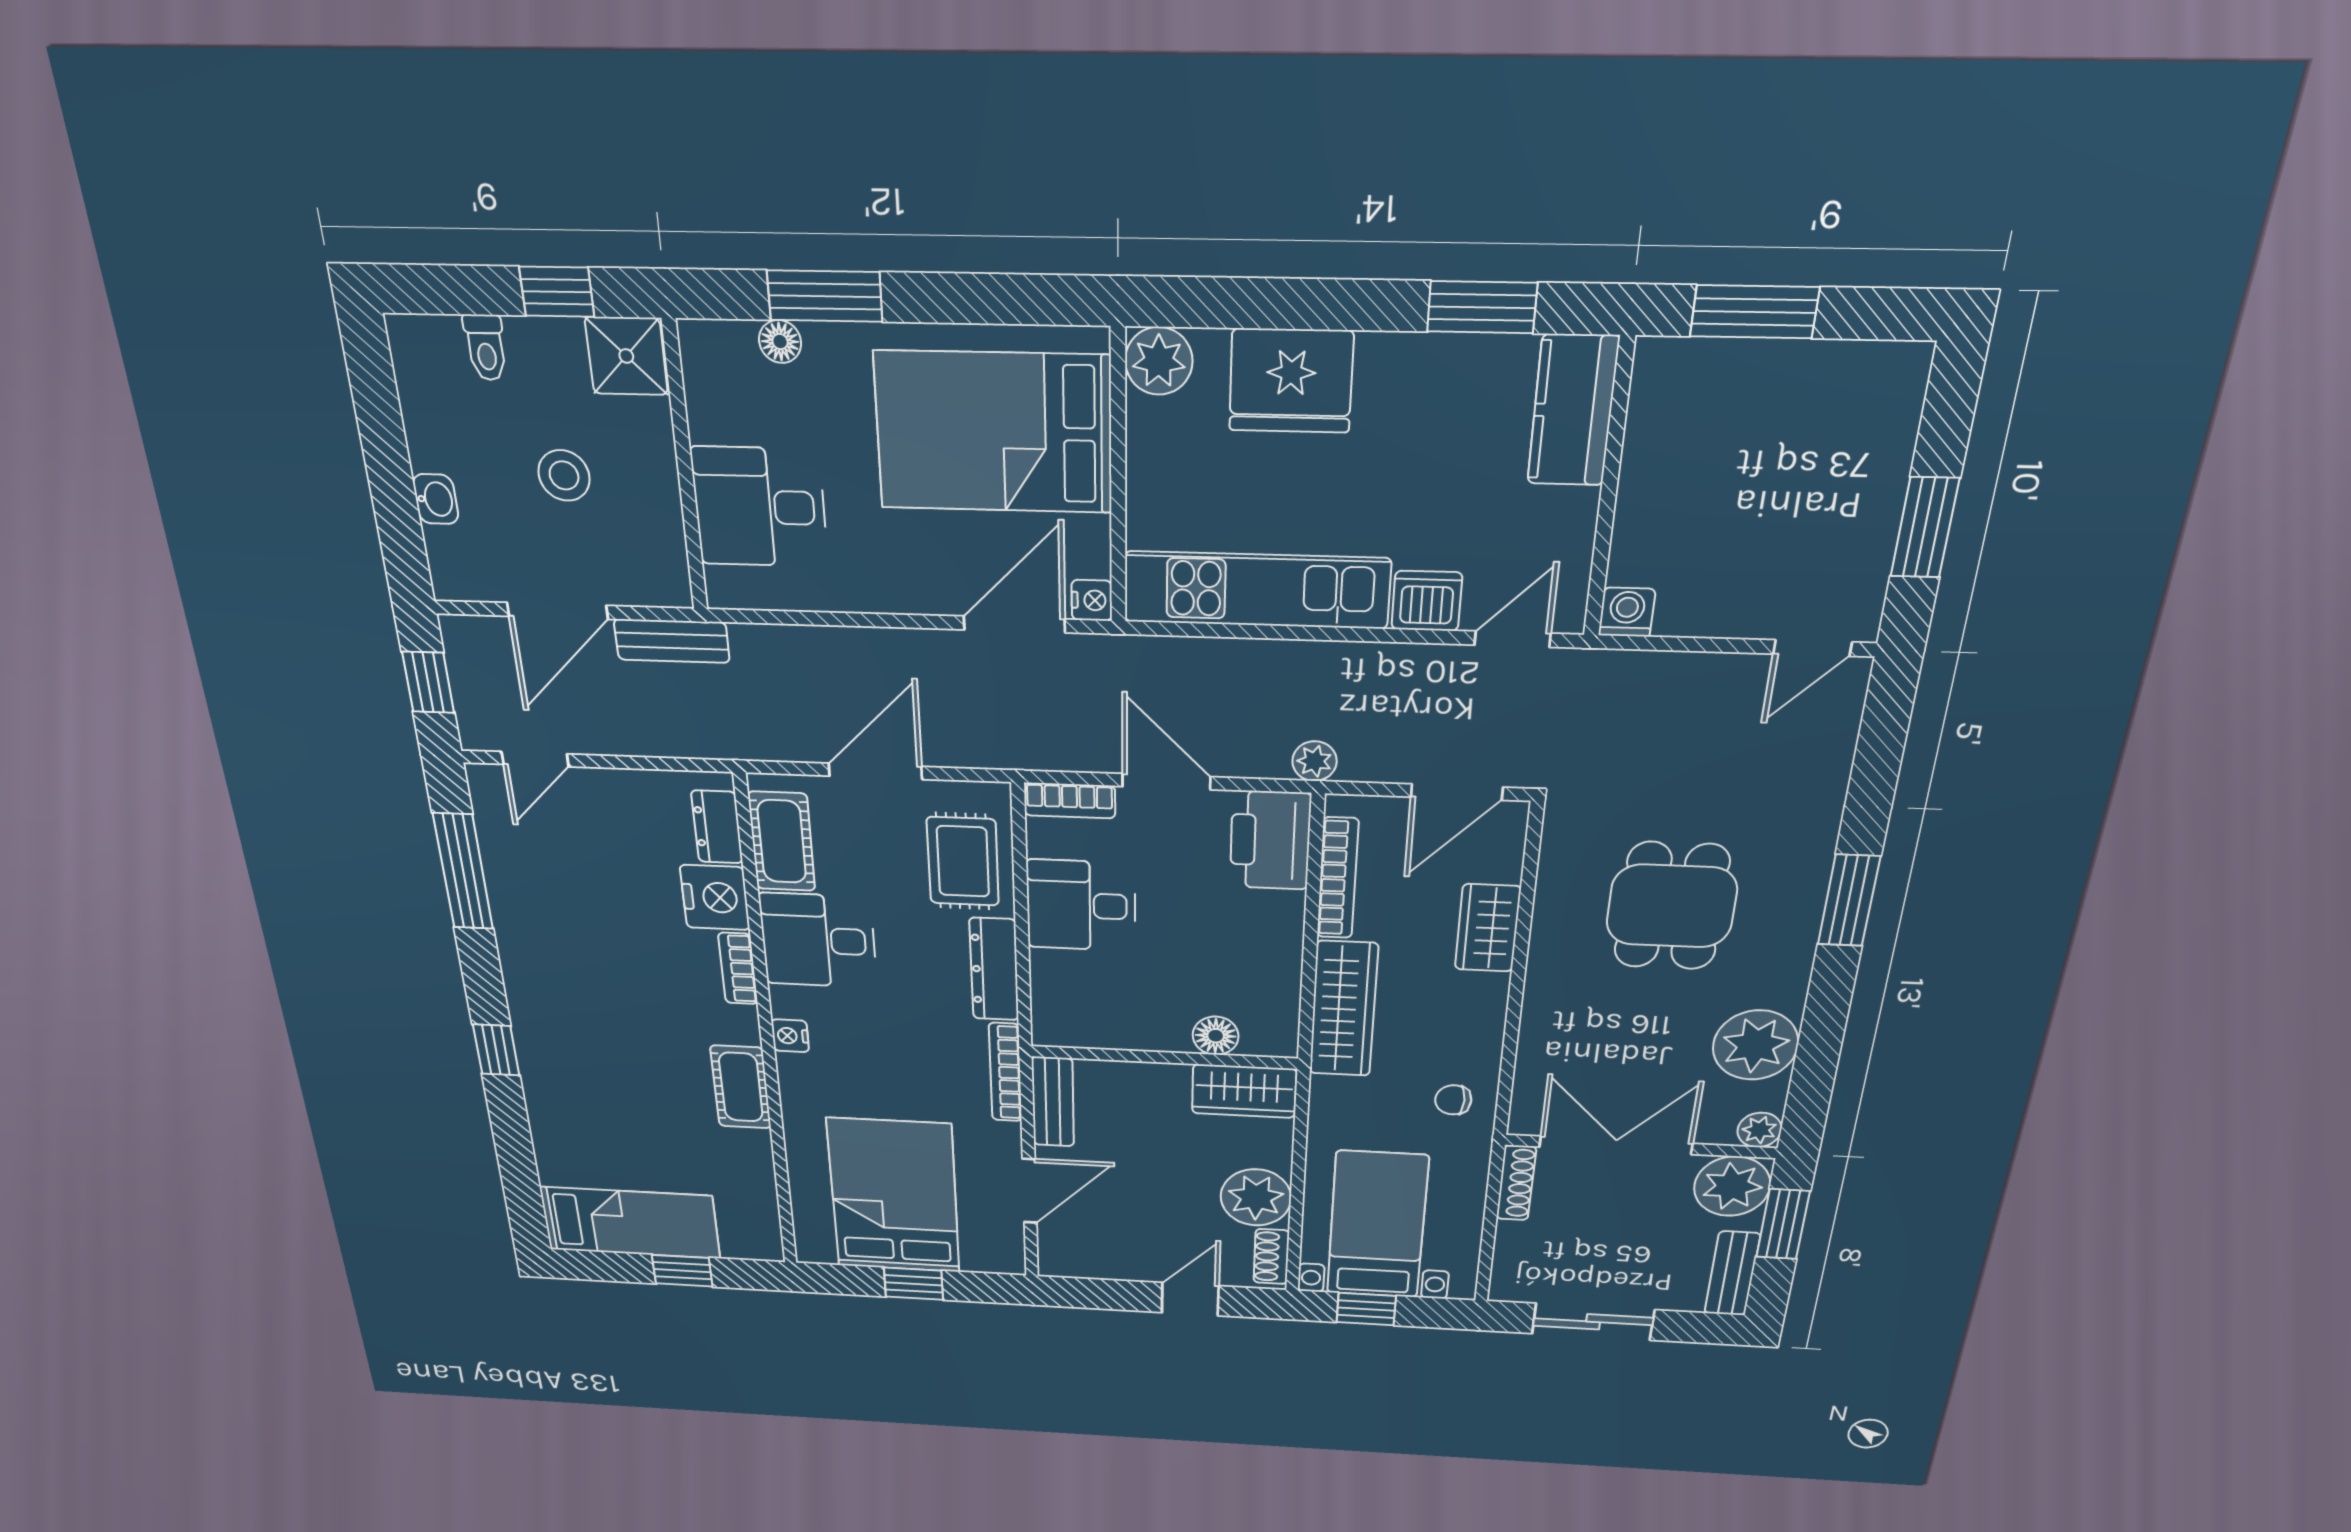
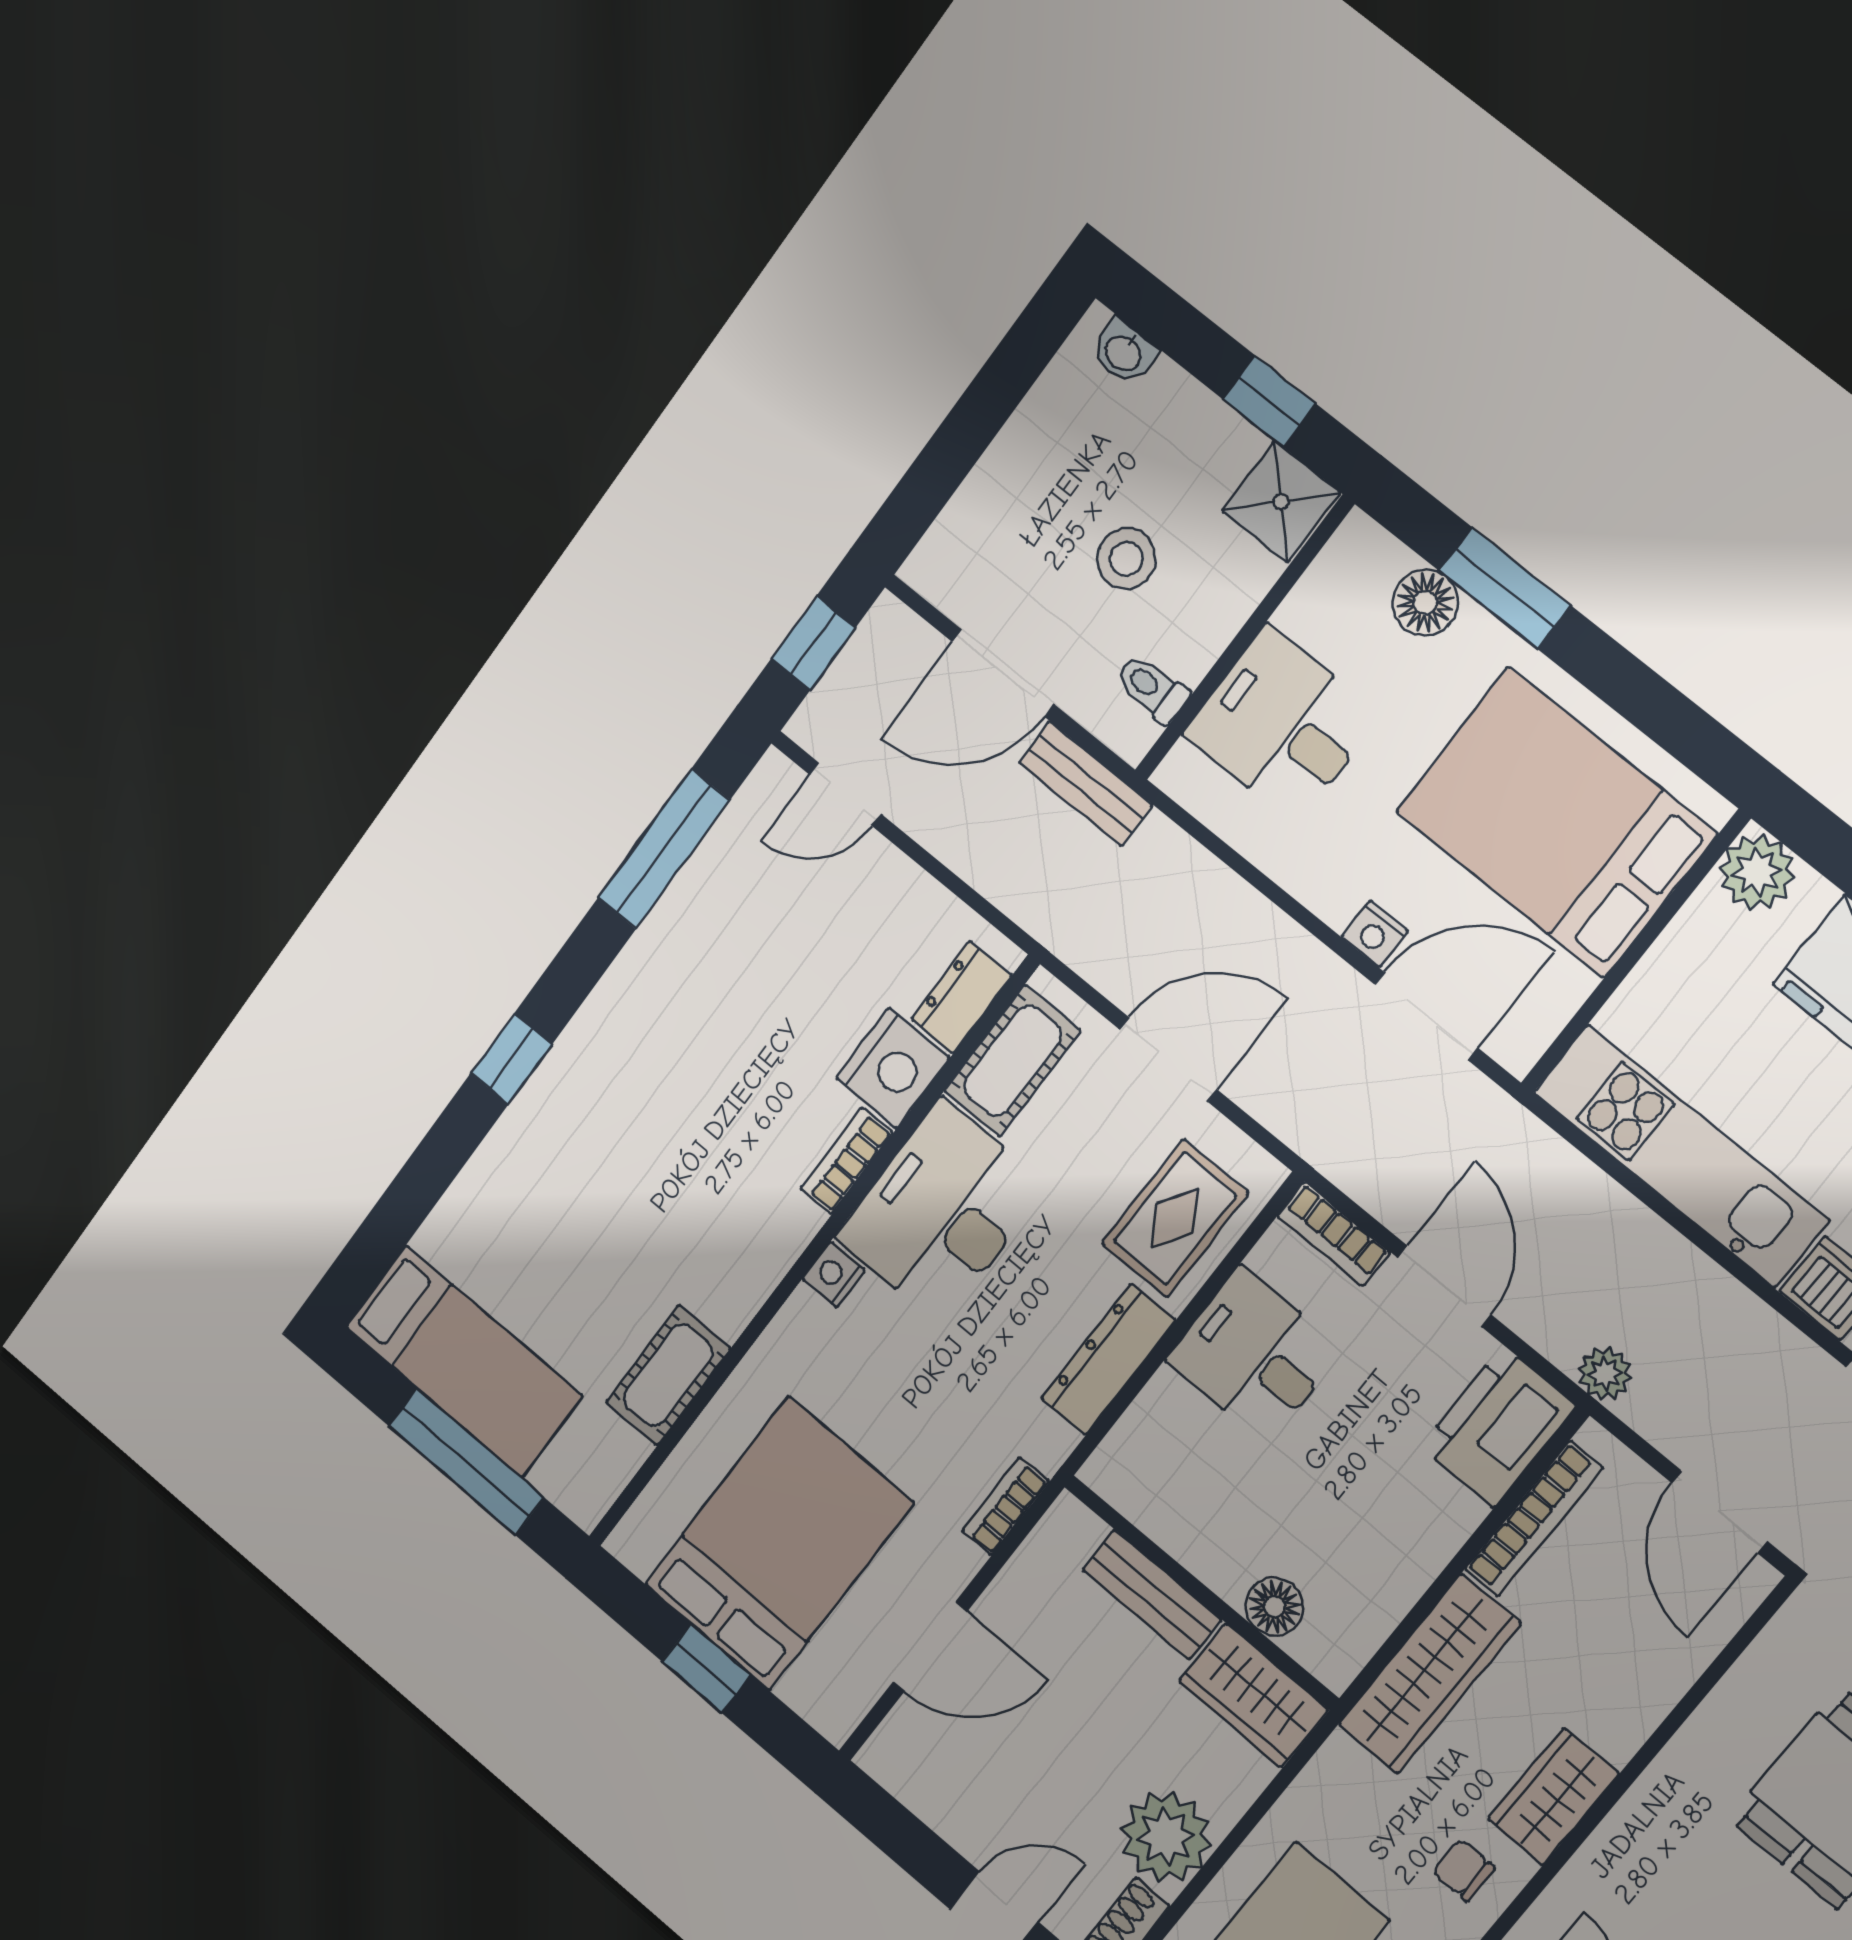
floor lamp: (780, 342) -> (1425, 603), width x1.37, depth x1.37
toilet: (486, 348) -> (1152, 688), moved, turned 90
washbasin: (436, 499) -> (1124, 352), moved, turned 90
nightstand: (1092, 600) -> (1375, 934), moved, turned 90
door: (1457, 792) -> (1719, 1512), hinge flipped
wardrobe: (1488, 928) -> (1553, 1796), moved
desk: (818, 940) -> (941, 1212), width x1.37
bookcase: (1005, 1072) -> (1006, 1506), width x0.64
cot: (741, 1087) -> (668, 1375), moved
bench: (1053, 1102) -> (1152, 1595), moved, turned 90
window: (682, 1271) -> (466, 1462), width x2.17

